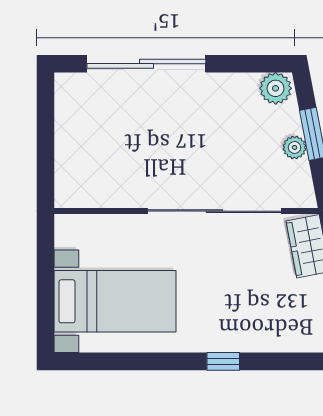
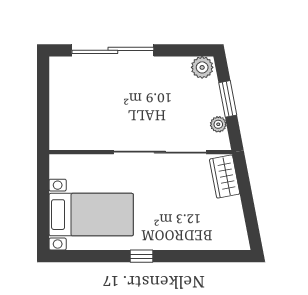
plant: (295, 147) -> (218, 124), moved
window: (223, 361) -> (142, 256), moved

